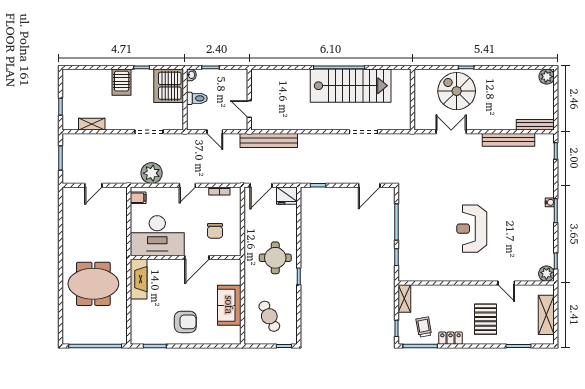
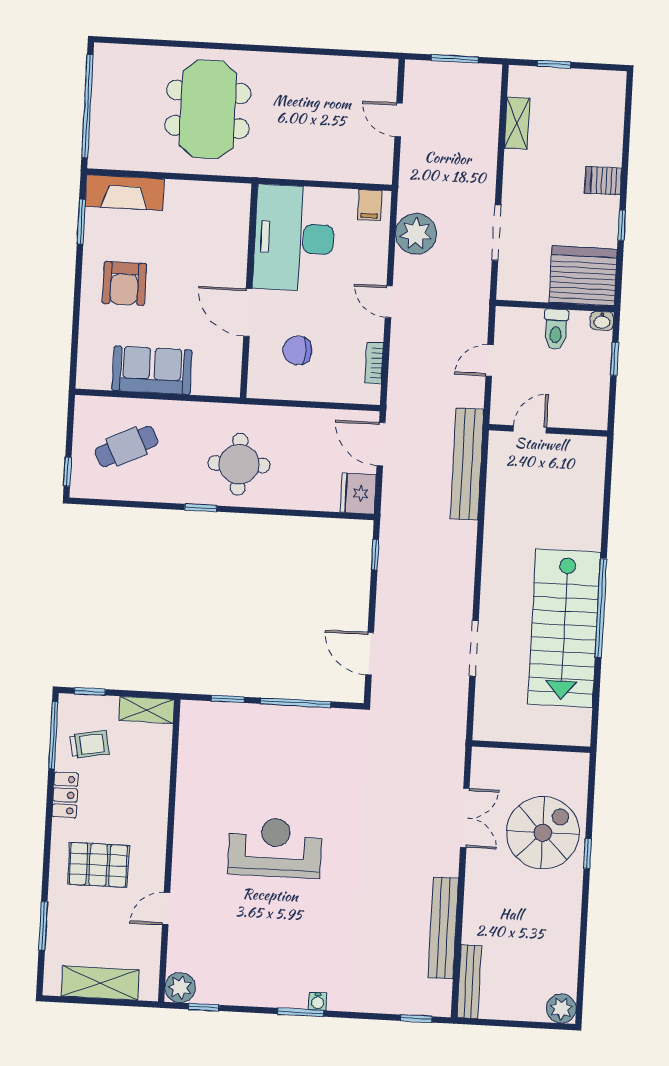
server rack: (122, 82) -> (603, 181), width x0.73, depth x0.70
fireplace: (139, 279) -> (125, 193), moved

